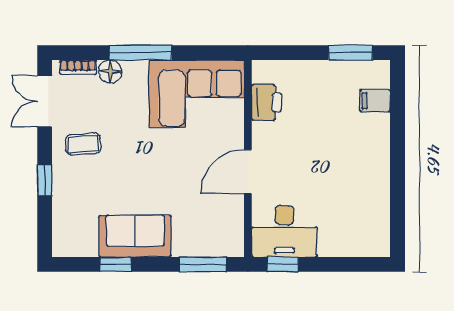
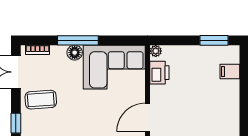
plant: (261, 69) -> (156, 51), added
floor lamp: (110, 72) -> (75, 53), moved
coffee table: (83, 144) -> (41, 100), width x1.36, depth x1.30

